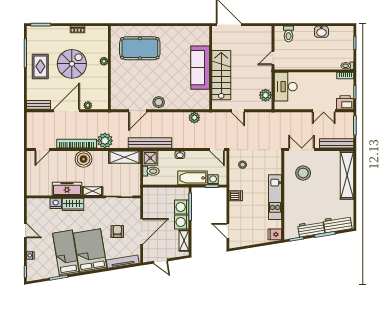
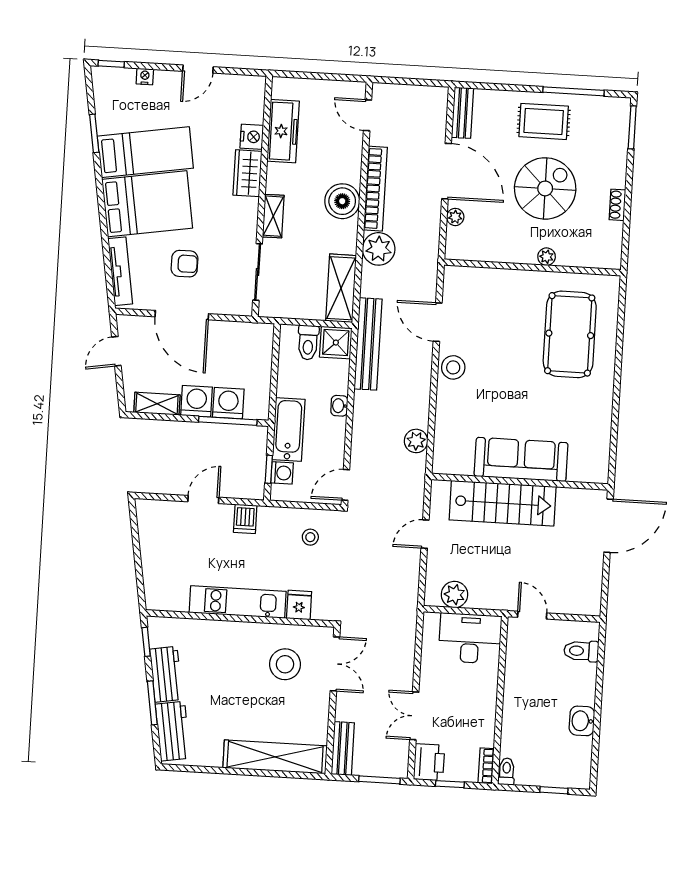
spiral stairs: (72, 64) -> (545, 188), turned -90
bench: (337, 143) -> (343, 749), width x0.73
freezer: (67, 189) -> (283, 131), moved
door: (228, 231) -> (203, 499), moved
fridge: (275, 234) -> (299, 605), moved

